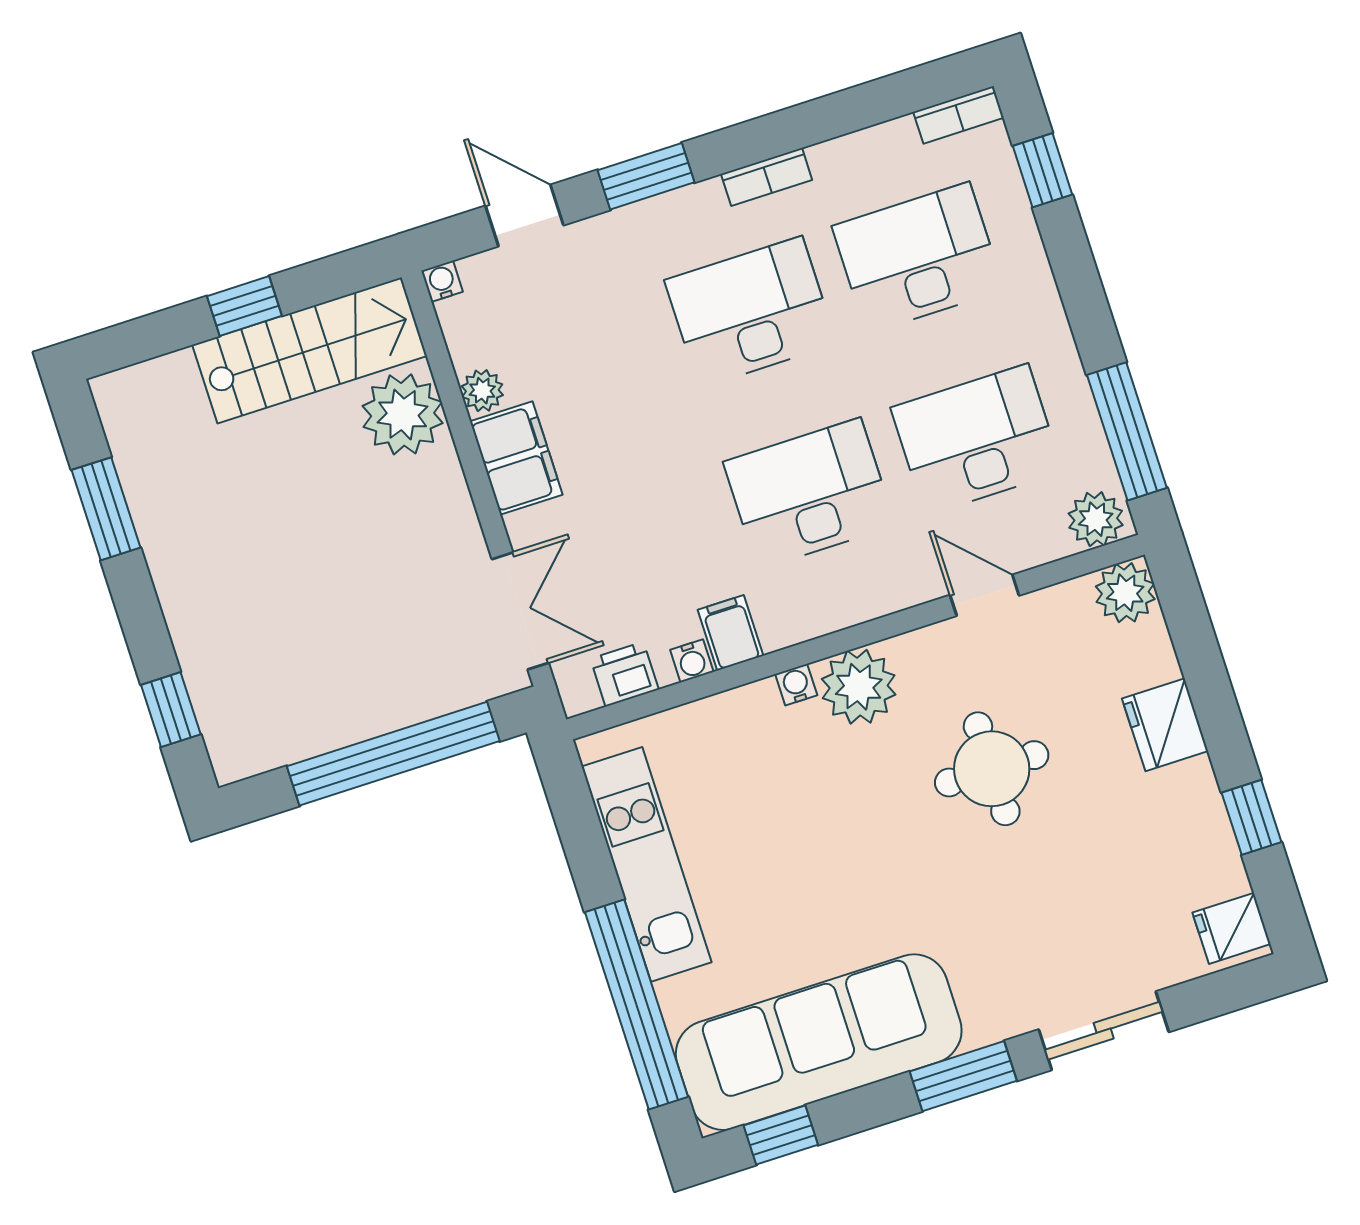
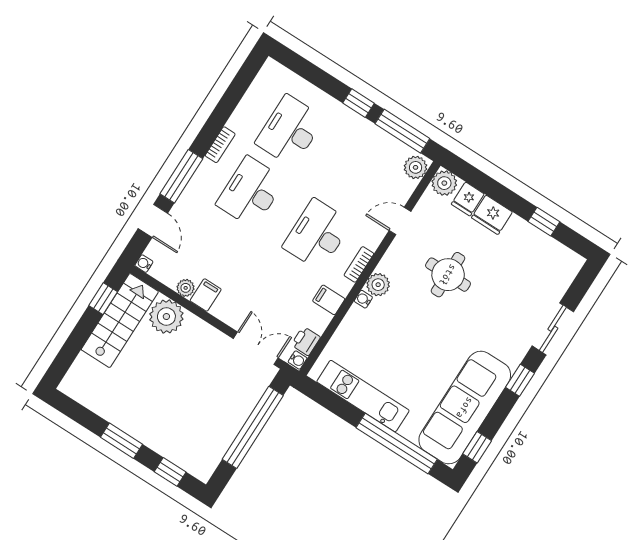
bookcase: (958, 115) -> (359, 264), moved, turned 180
window: (1043, 170) -> (358, 103), moved
window: (646, 176) -> (181, 176), width x1.44
door: (525, 215) -> (153, 221), swing flipped
window: (244, 306) -> (103, 299), moved
desk: (977, 439) -> (356, 173), removed
filing cabinet: (516, 458) -> (206, 295), width x0.50
window: (106, 509) -> (121, 441), moved
water cooler: (692, 661) -> (298, 360), moved
plant: (859, 687) -> (378, 285), width x0.73, depth x0.73
fridge: (1232, 928) -> (468, 199), moved
window: (963, 1076) -> (520, 380), width x0.67

